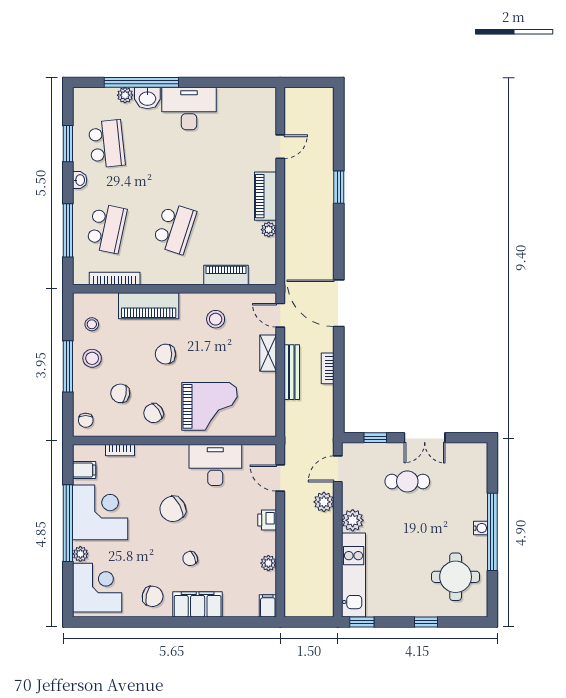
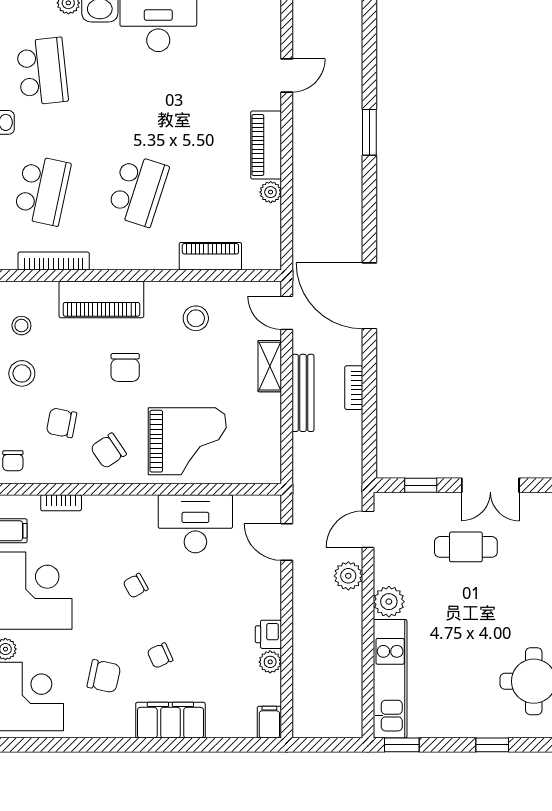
chair: (165, 354) -> (125, 367), turned -90
chair: (173, 509) -> (136, 586), width x0.54, depth x0.54
printer: (267, 520) -> (268, 634), moved
chair: (153, 596) -> (104, 676), moved

